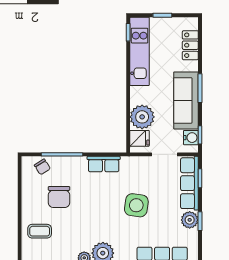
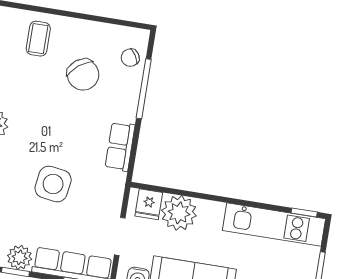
chair: (59, 197) -> (83, 75), turned -128

